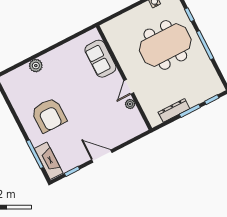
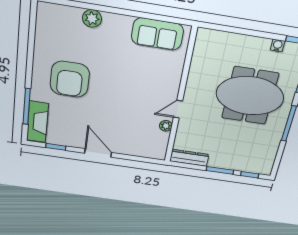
sofa: (100, 59) -> (157, 34), moved, turned -90
dresser: (174, 110) -> (189, 158), moved

